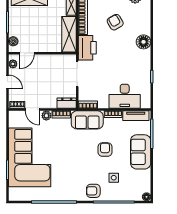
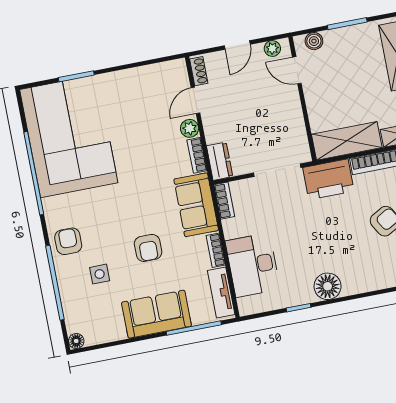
floor lamp: (143, 42) -> (328, 286), moved
armchair: (105, 150) -> (148, 248), turned 90
corner sofa: (30, 157) -> (69, 136), moved, turned -90

